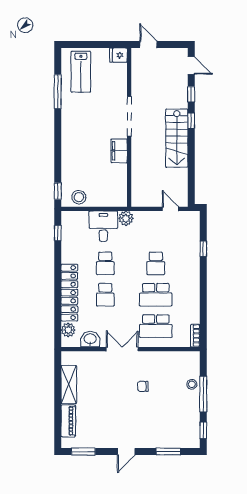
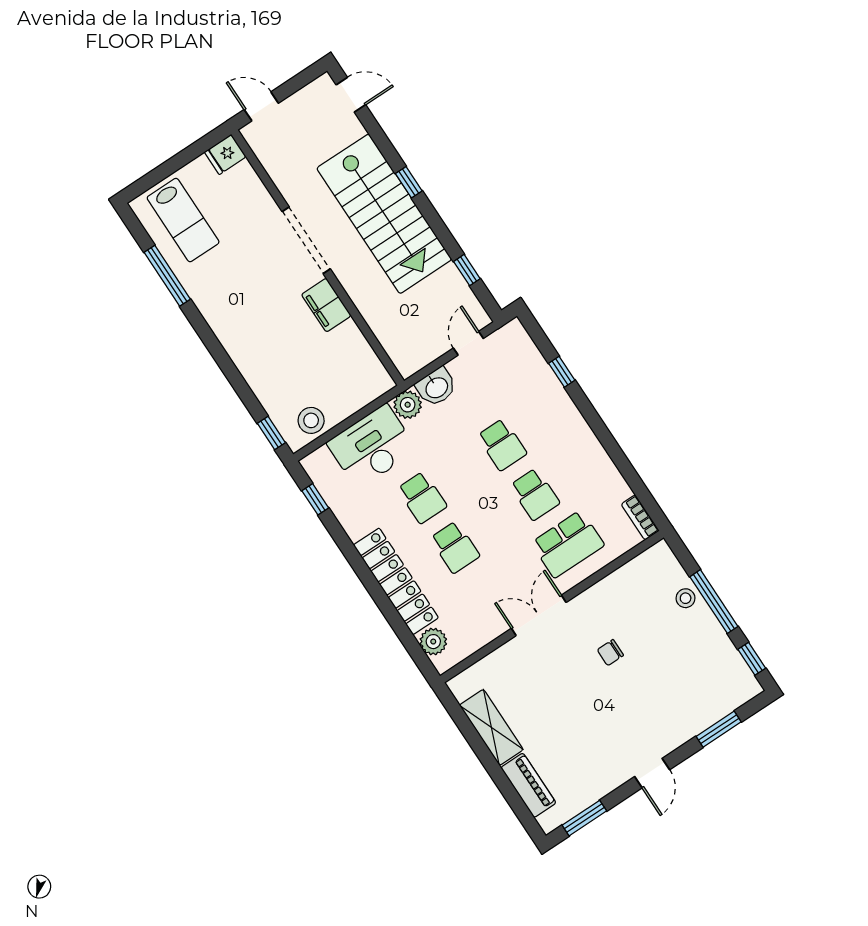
window: (191, 94) -> (467, 270), moved
stairs: (177, 138) -> (384, 214), width x1.36, depth x1.51
door: (170, 209) -> (468, 343), hinge flipped
desk: (103, 226) -> (372, 446), width x1.37
school desk: (156, 295) -> (535, 494), width x0.54
washbasin: (90, 339) -> (436, 387), moved, turned 180

